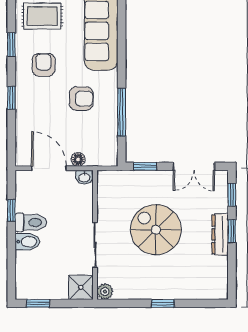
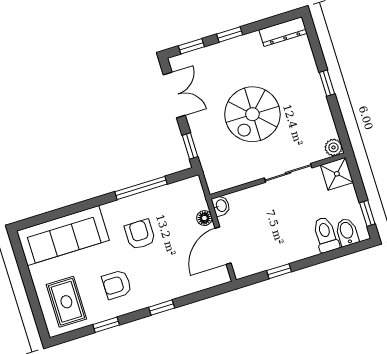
toilet: (31, 222) -> (326, 235), moved
dresser: (220, 234) -> (283, 32), moved
bidet: (27, 242) -> (347, 232), moved

